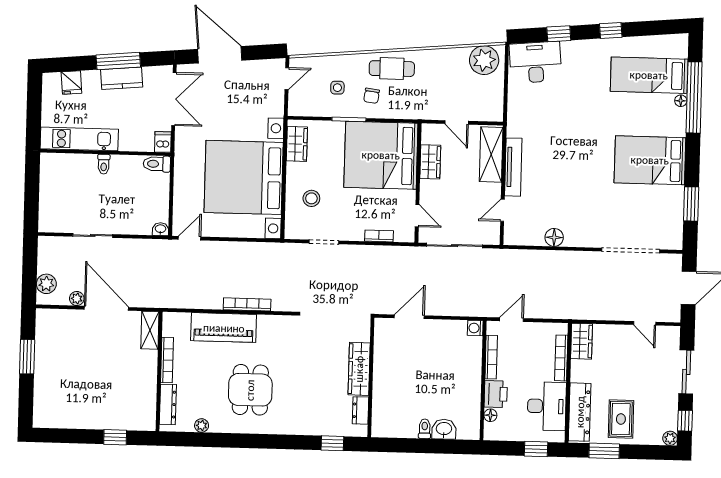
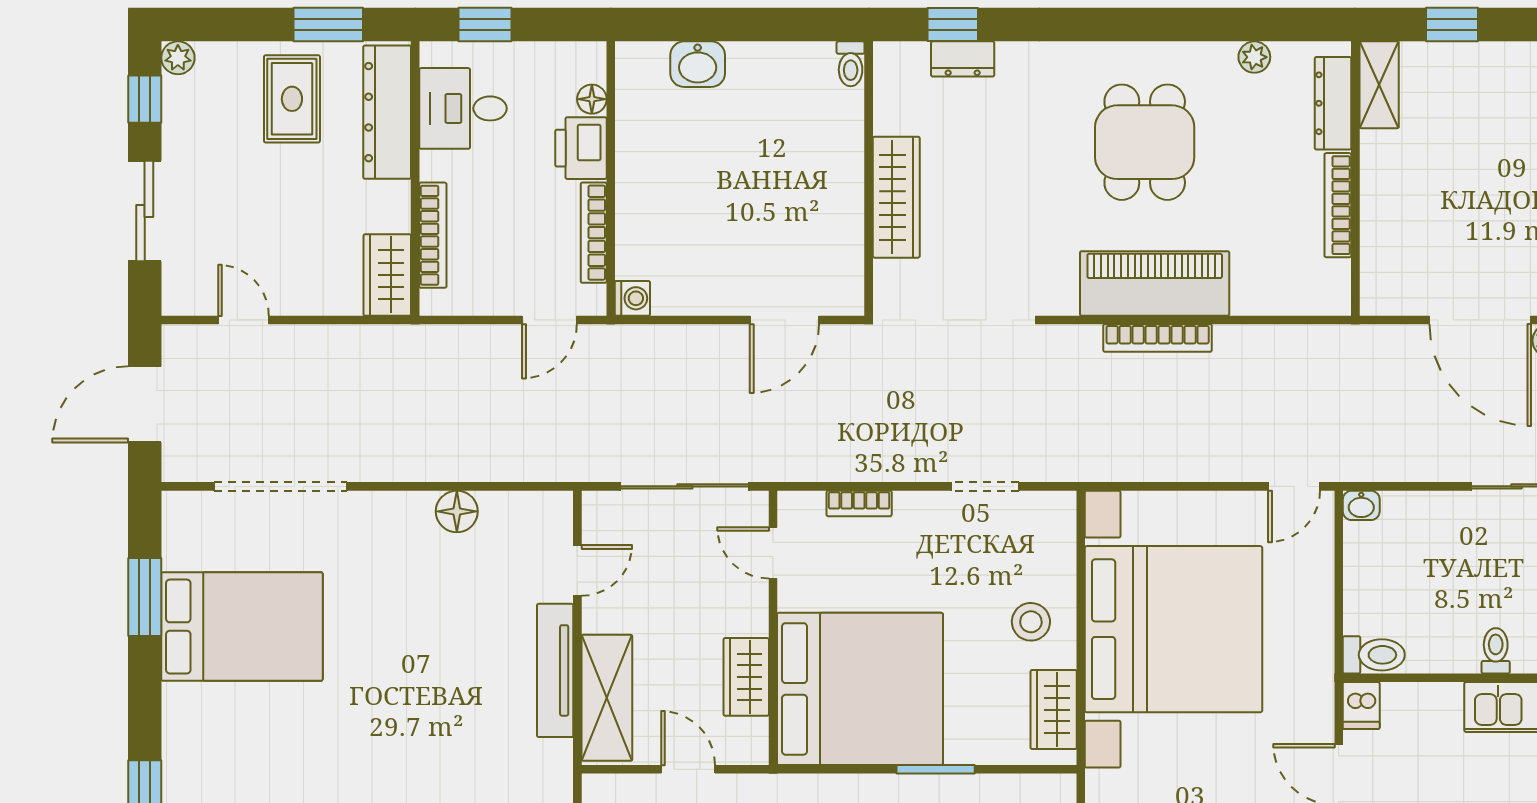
bed: (650, 160) -> (242, 627), moved
stool: (311, 198) -> (1031, 622), moved
piano: (224, 328) -> (1155, 283), moved
shelving: (150, 330) -> (1379, 85), moved
desk: (547, 406) -> (463, 108), width x0.73
dresser: (360, 410) -> (963, 59), moved, turned 90
toilet: (425, 429) -> (851, 64), moved

